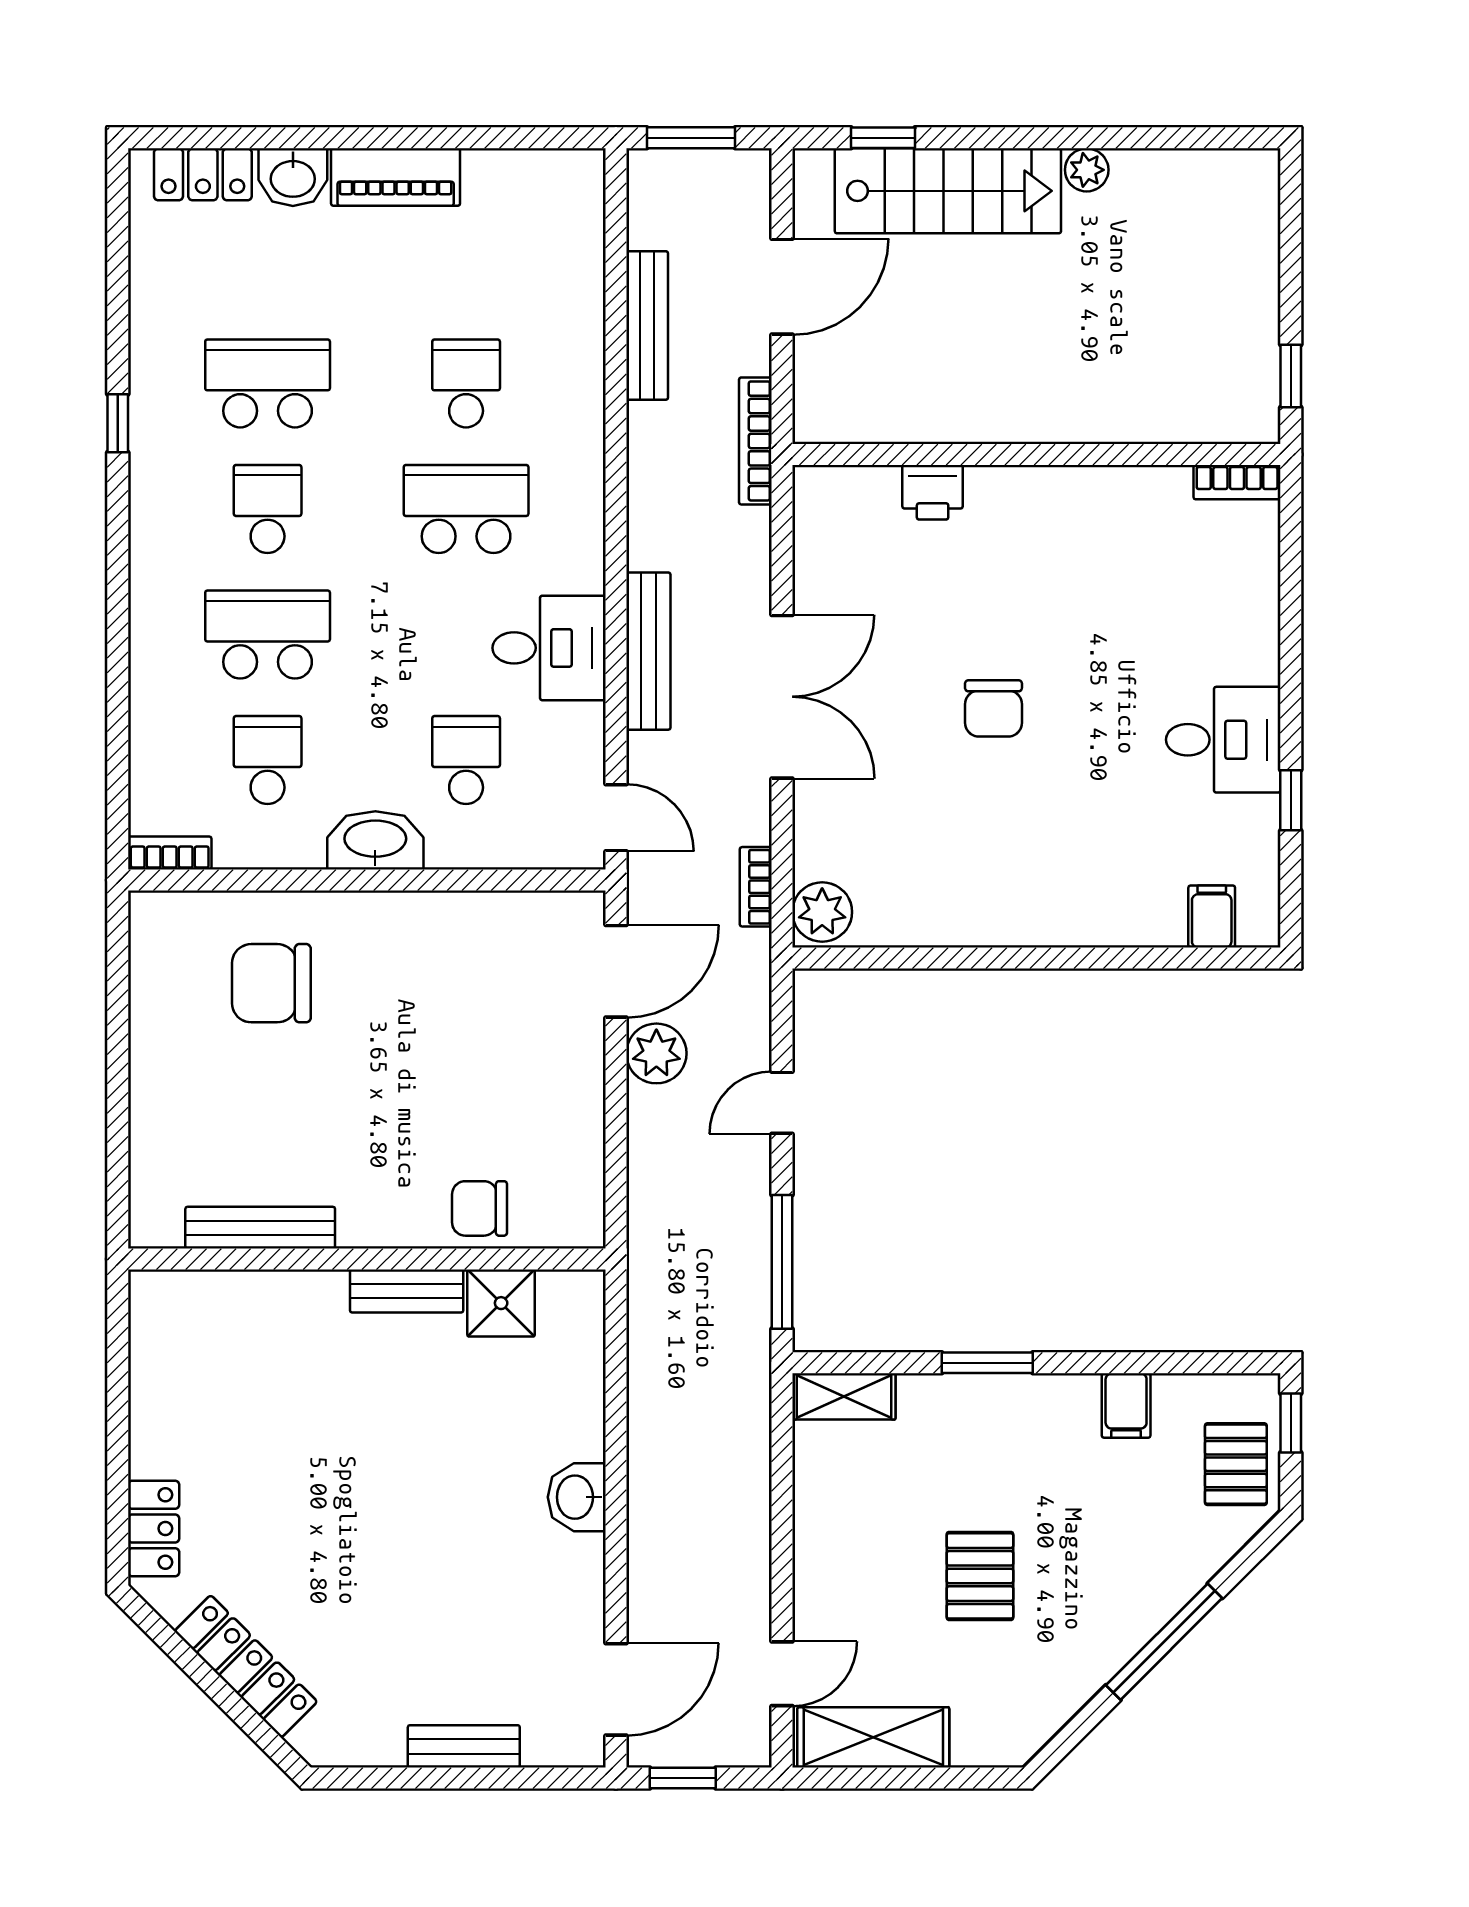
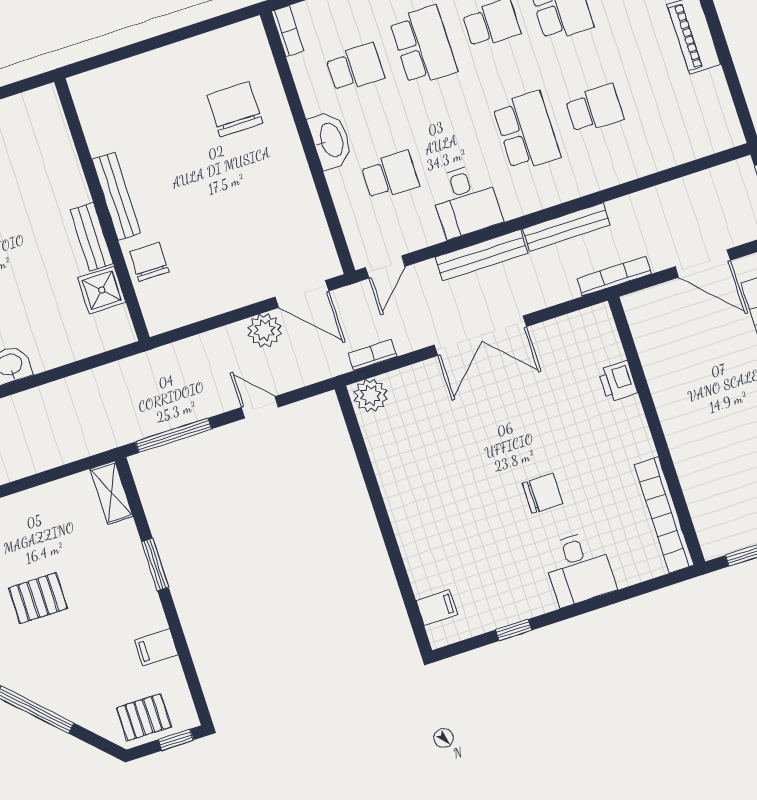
bench: (647, 325) -> (567, 227), moved
bookcase: (1237, 482) -> (664, 515), width x2.31, depth x1.31
chair: (993, 708) -> (542, 493), moved, turned 180
desk: (1223, 740) -> (579, 568), moved
bench: (260, 1228) -> (116, 196), moved

